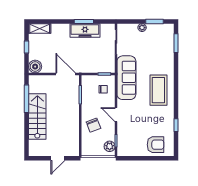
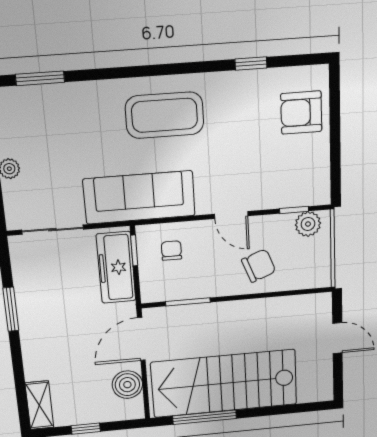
freezer: (85, 30) -> (116, 267), moved, turned 180
boiler: (35, 67) -> (127, 385), moved
door: (116, 115) -> (231, 215), hinge flipped
stairs: (37, 117) -> (224, 383), width x1.36, depth x1.51
armchair: (156, 145) -> (301, 113), turned -90

